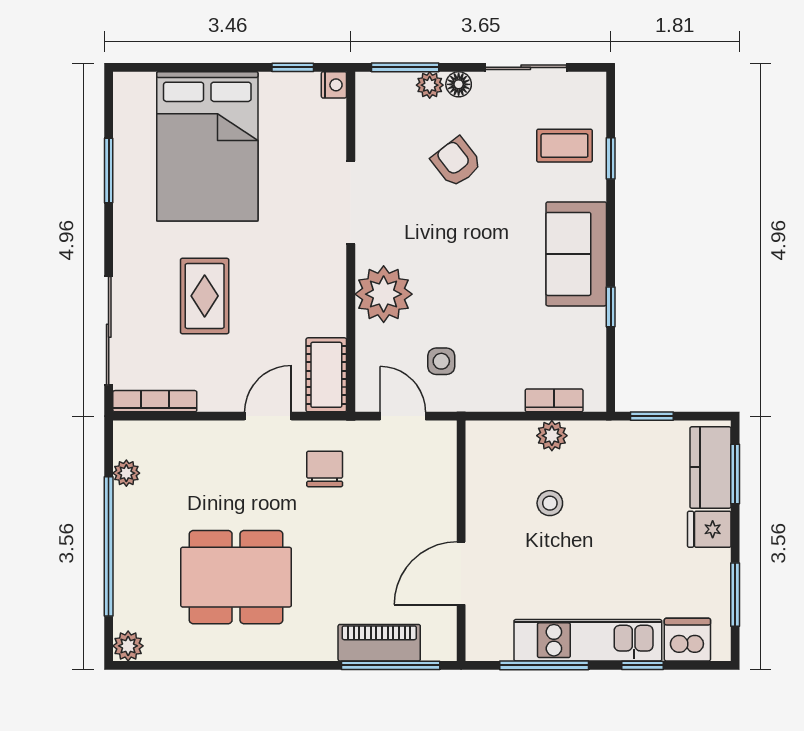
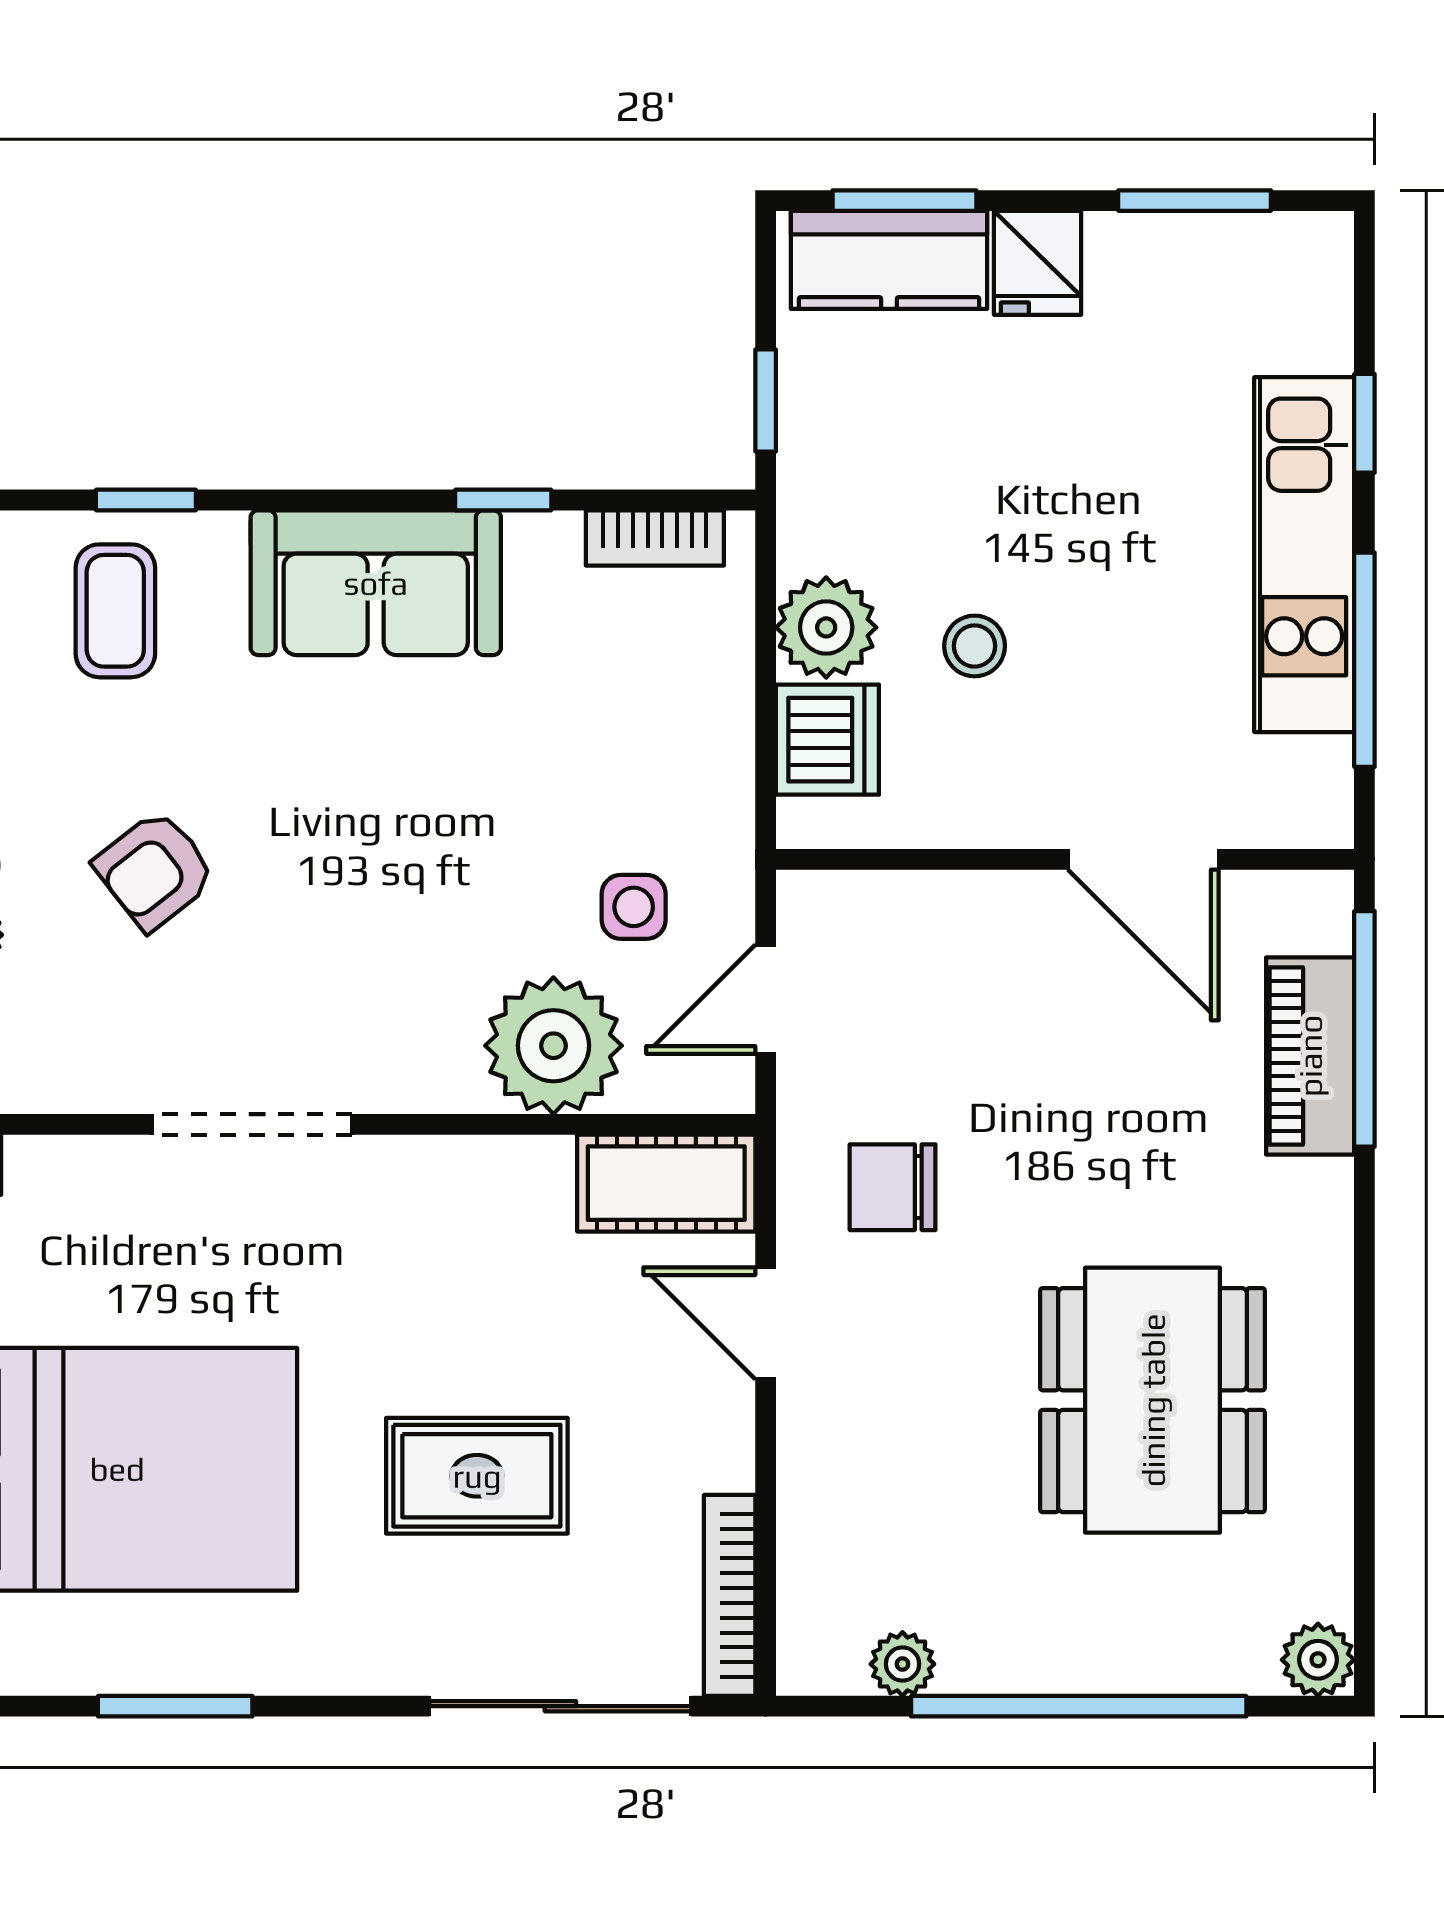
plant: (384, 294) -> (553, 1046), moved
bookcase: (554, 400) -> (655, 538), moved, turned -90
plant: (552, 436) -> (826, 627), width x1.38, depth x1.38
dishwasher: (687, 640) -> (827, 740), moved, turned 180

